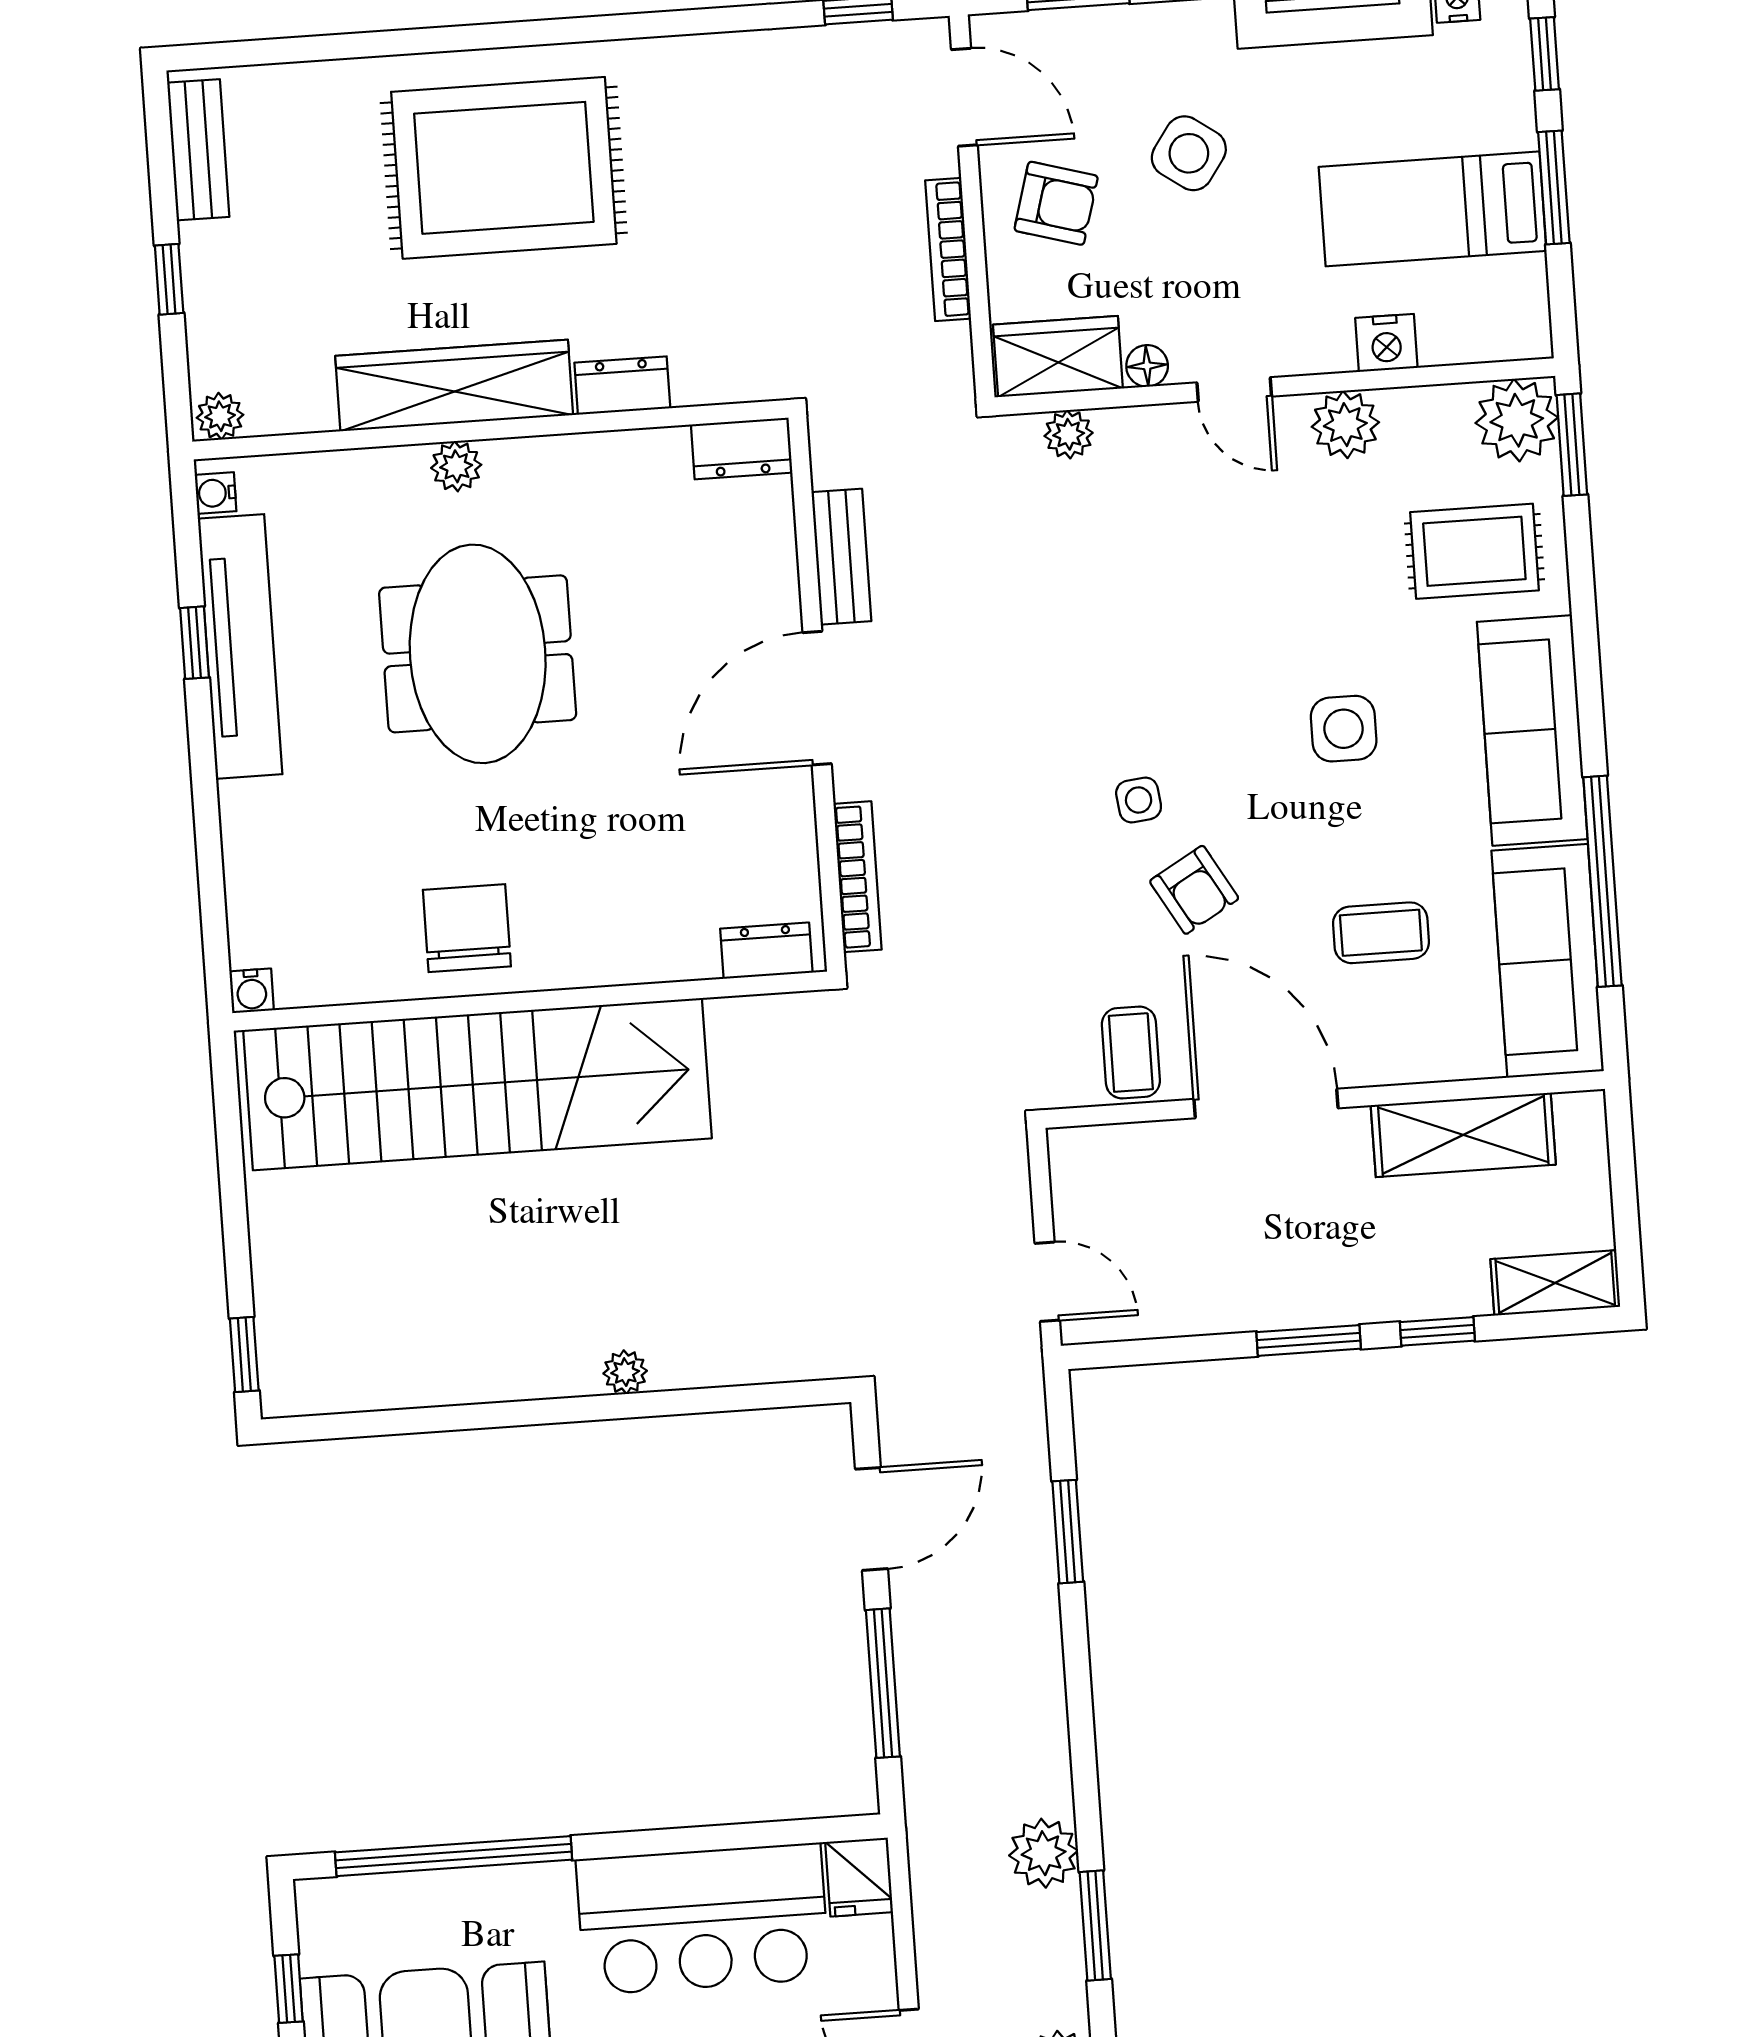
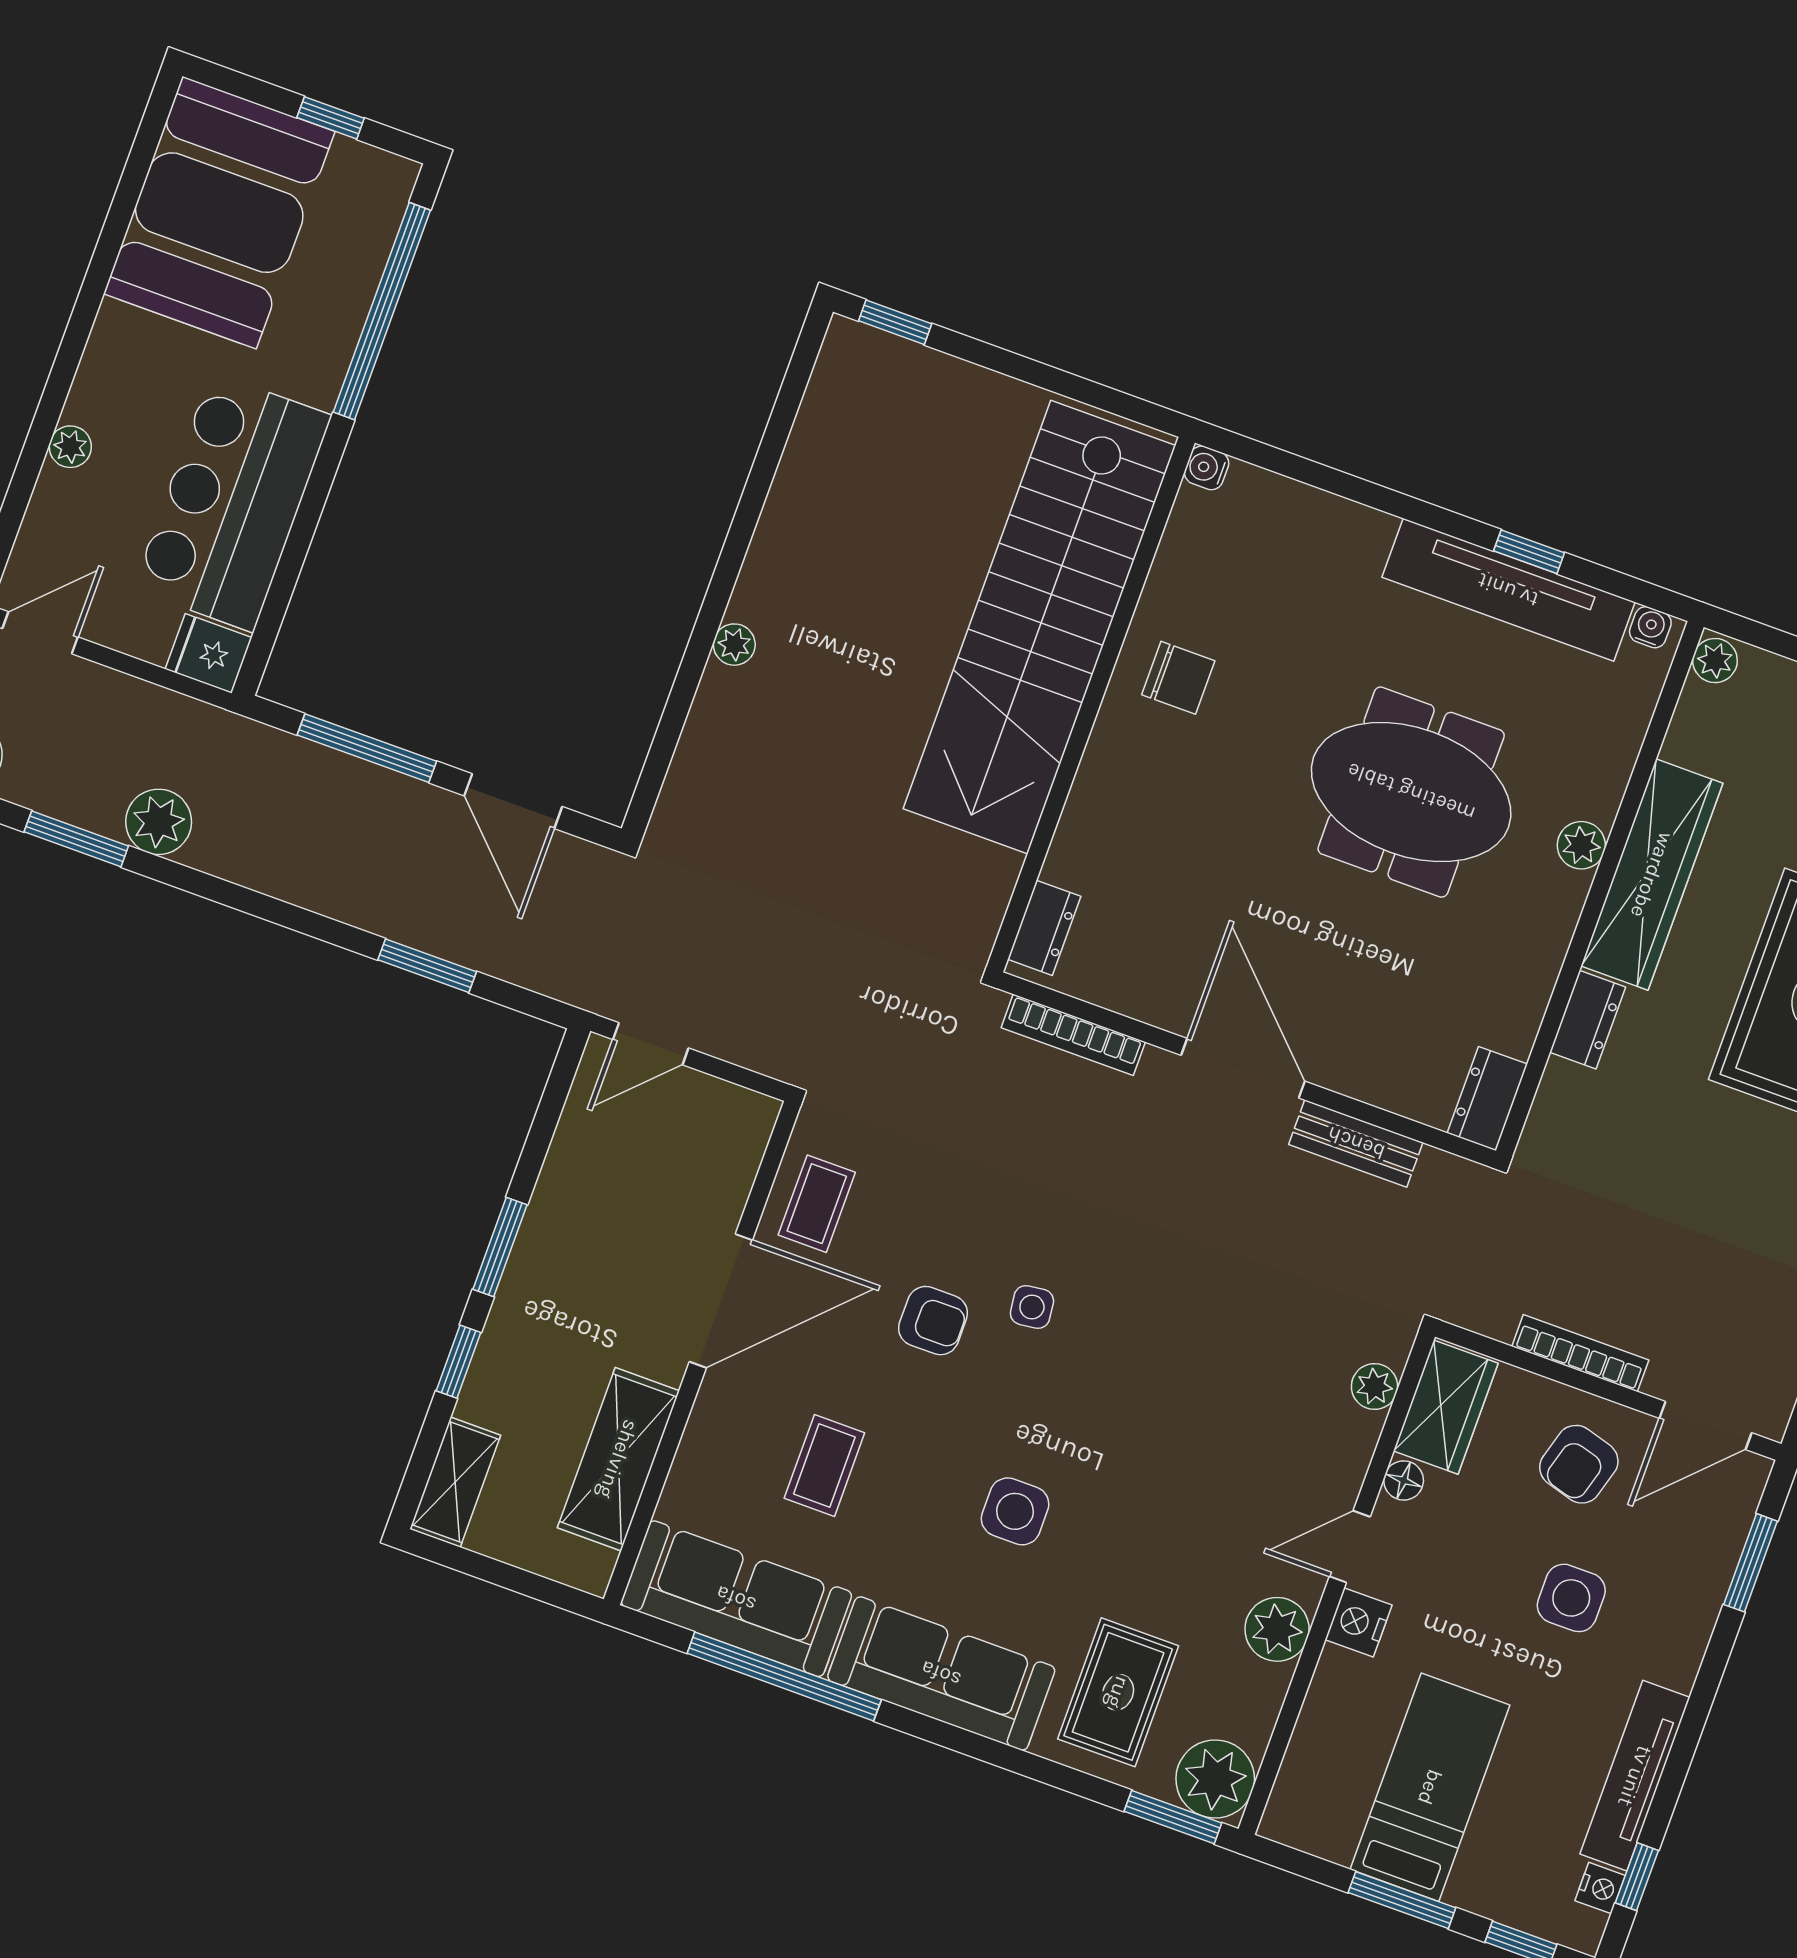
side table: (1189, 153) -> (1571, 1598), turned -35
nightstand: (1386, 343) -> (1359, 1622), moved
armchair: (1194, 890) -> (933, 1321), turned -150
chair: (467, 928) -> (1178, 678), width x0.73, depth x0.73
coffee table: (1131, 1053) -> (817, 1204), turned 90

